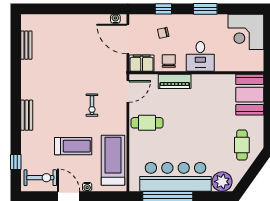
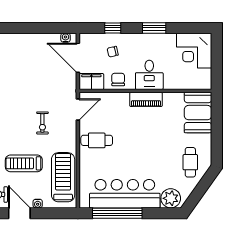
piano: (175, 81) -> (146, 99), moved
treadmill: (73, 146) -> (24, 163), turned 180

